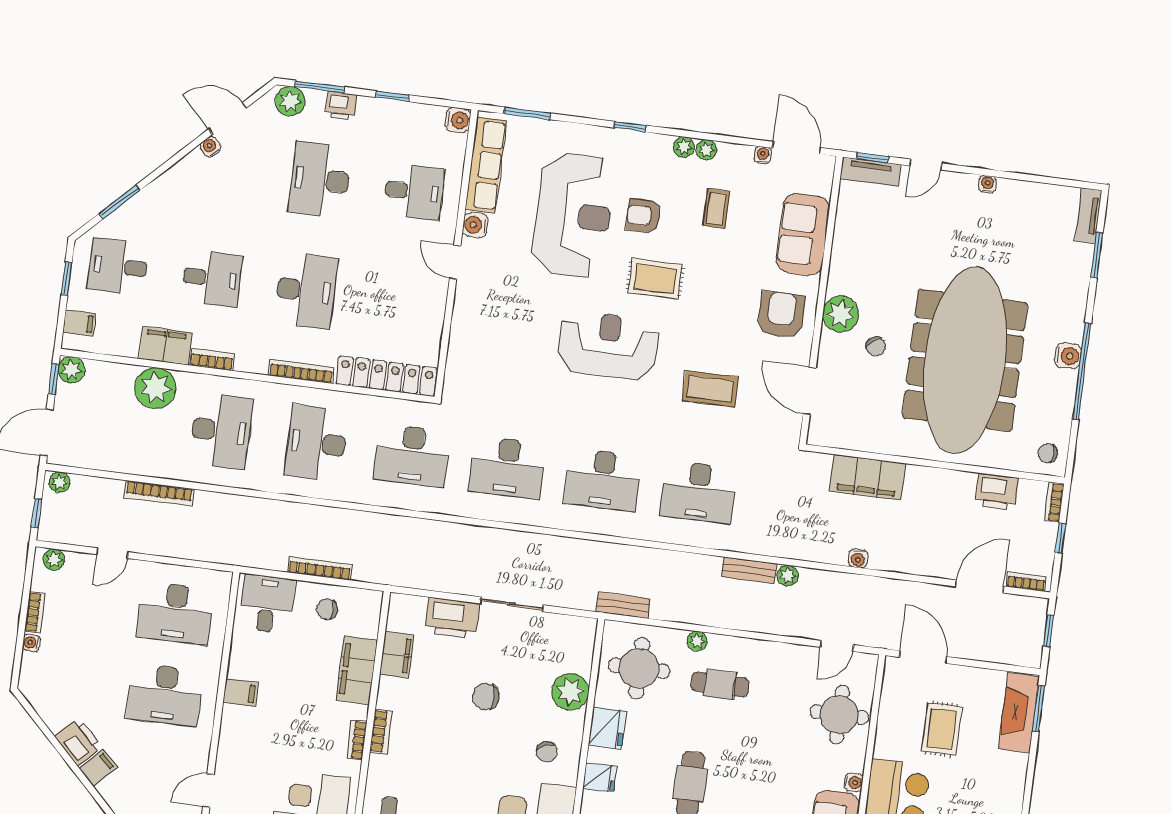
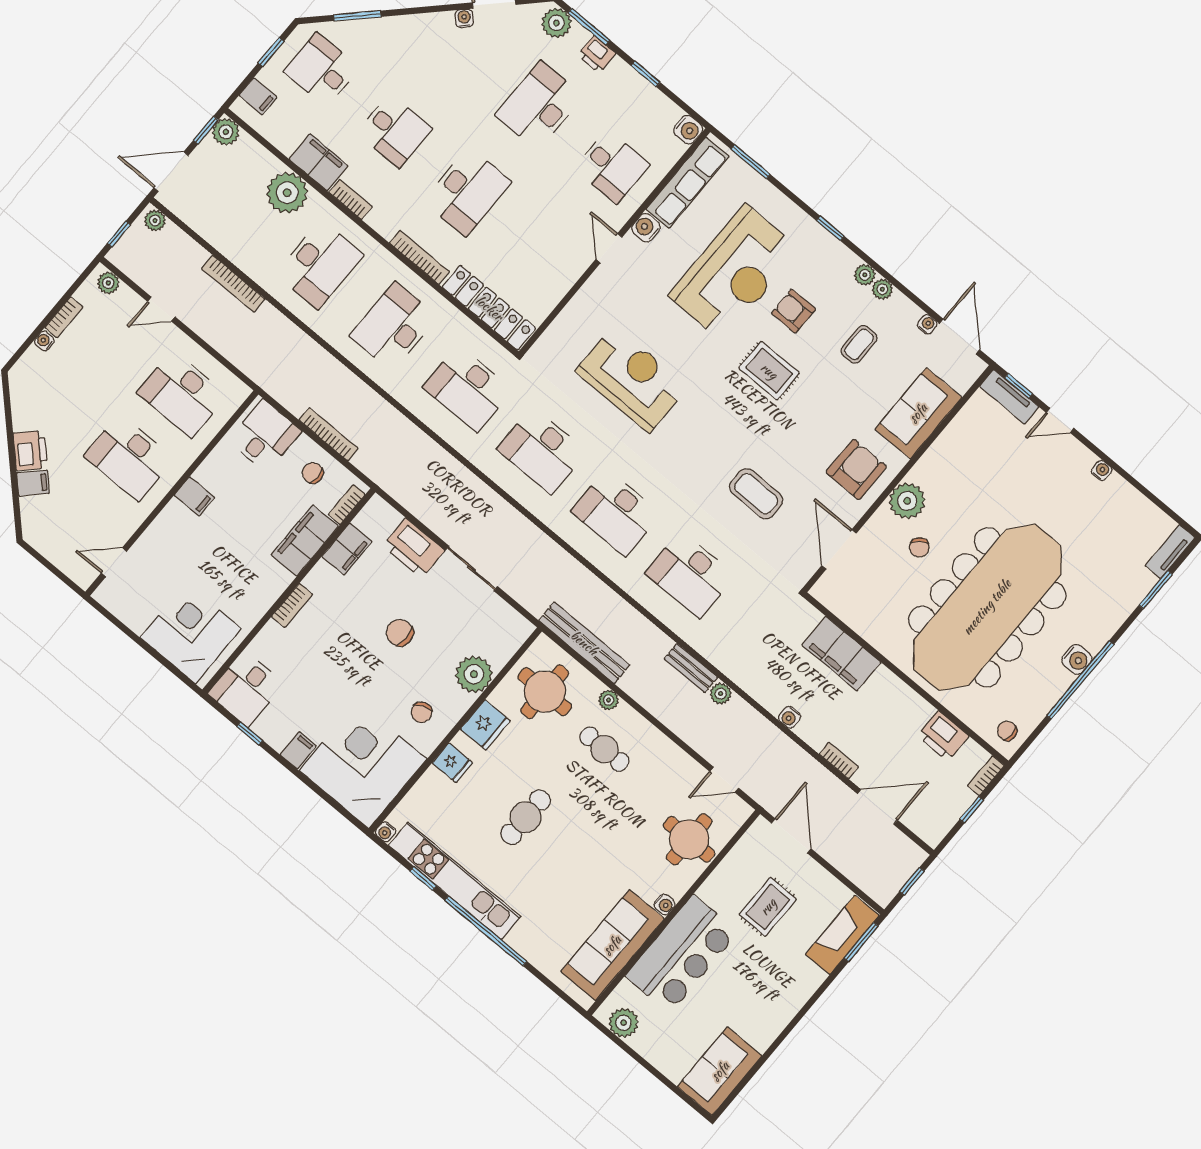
reception desk: (608, 345) -> (632, 379), moved
bookcase: (1026, 581) -> (839, 760), moved
bench: (623, 605) -> (584, 643), width x1.86, depth x1.21
bookcase: (357, 740) -> (347, 505), moved

